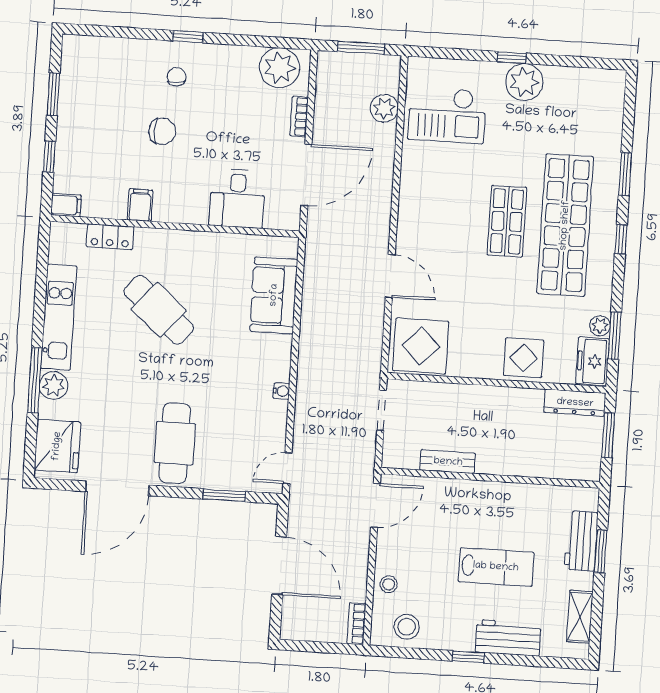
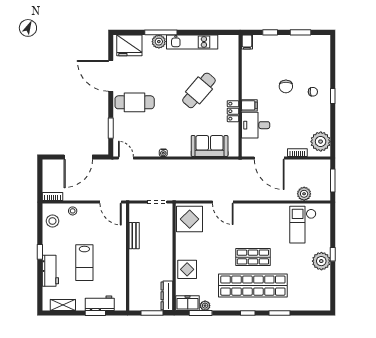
filing cabinet: (140, 205) -> (249, 105), moved
locker: (110, 237) -> (233, 111), moved
door: (390, 276) -> (223, 202), hinge flipped

